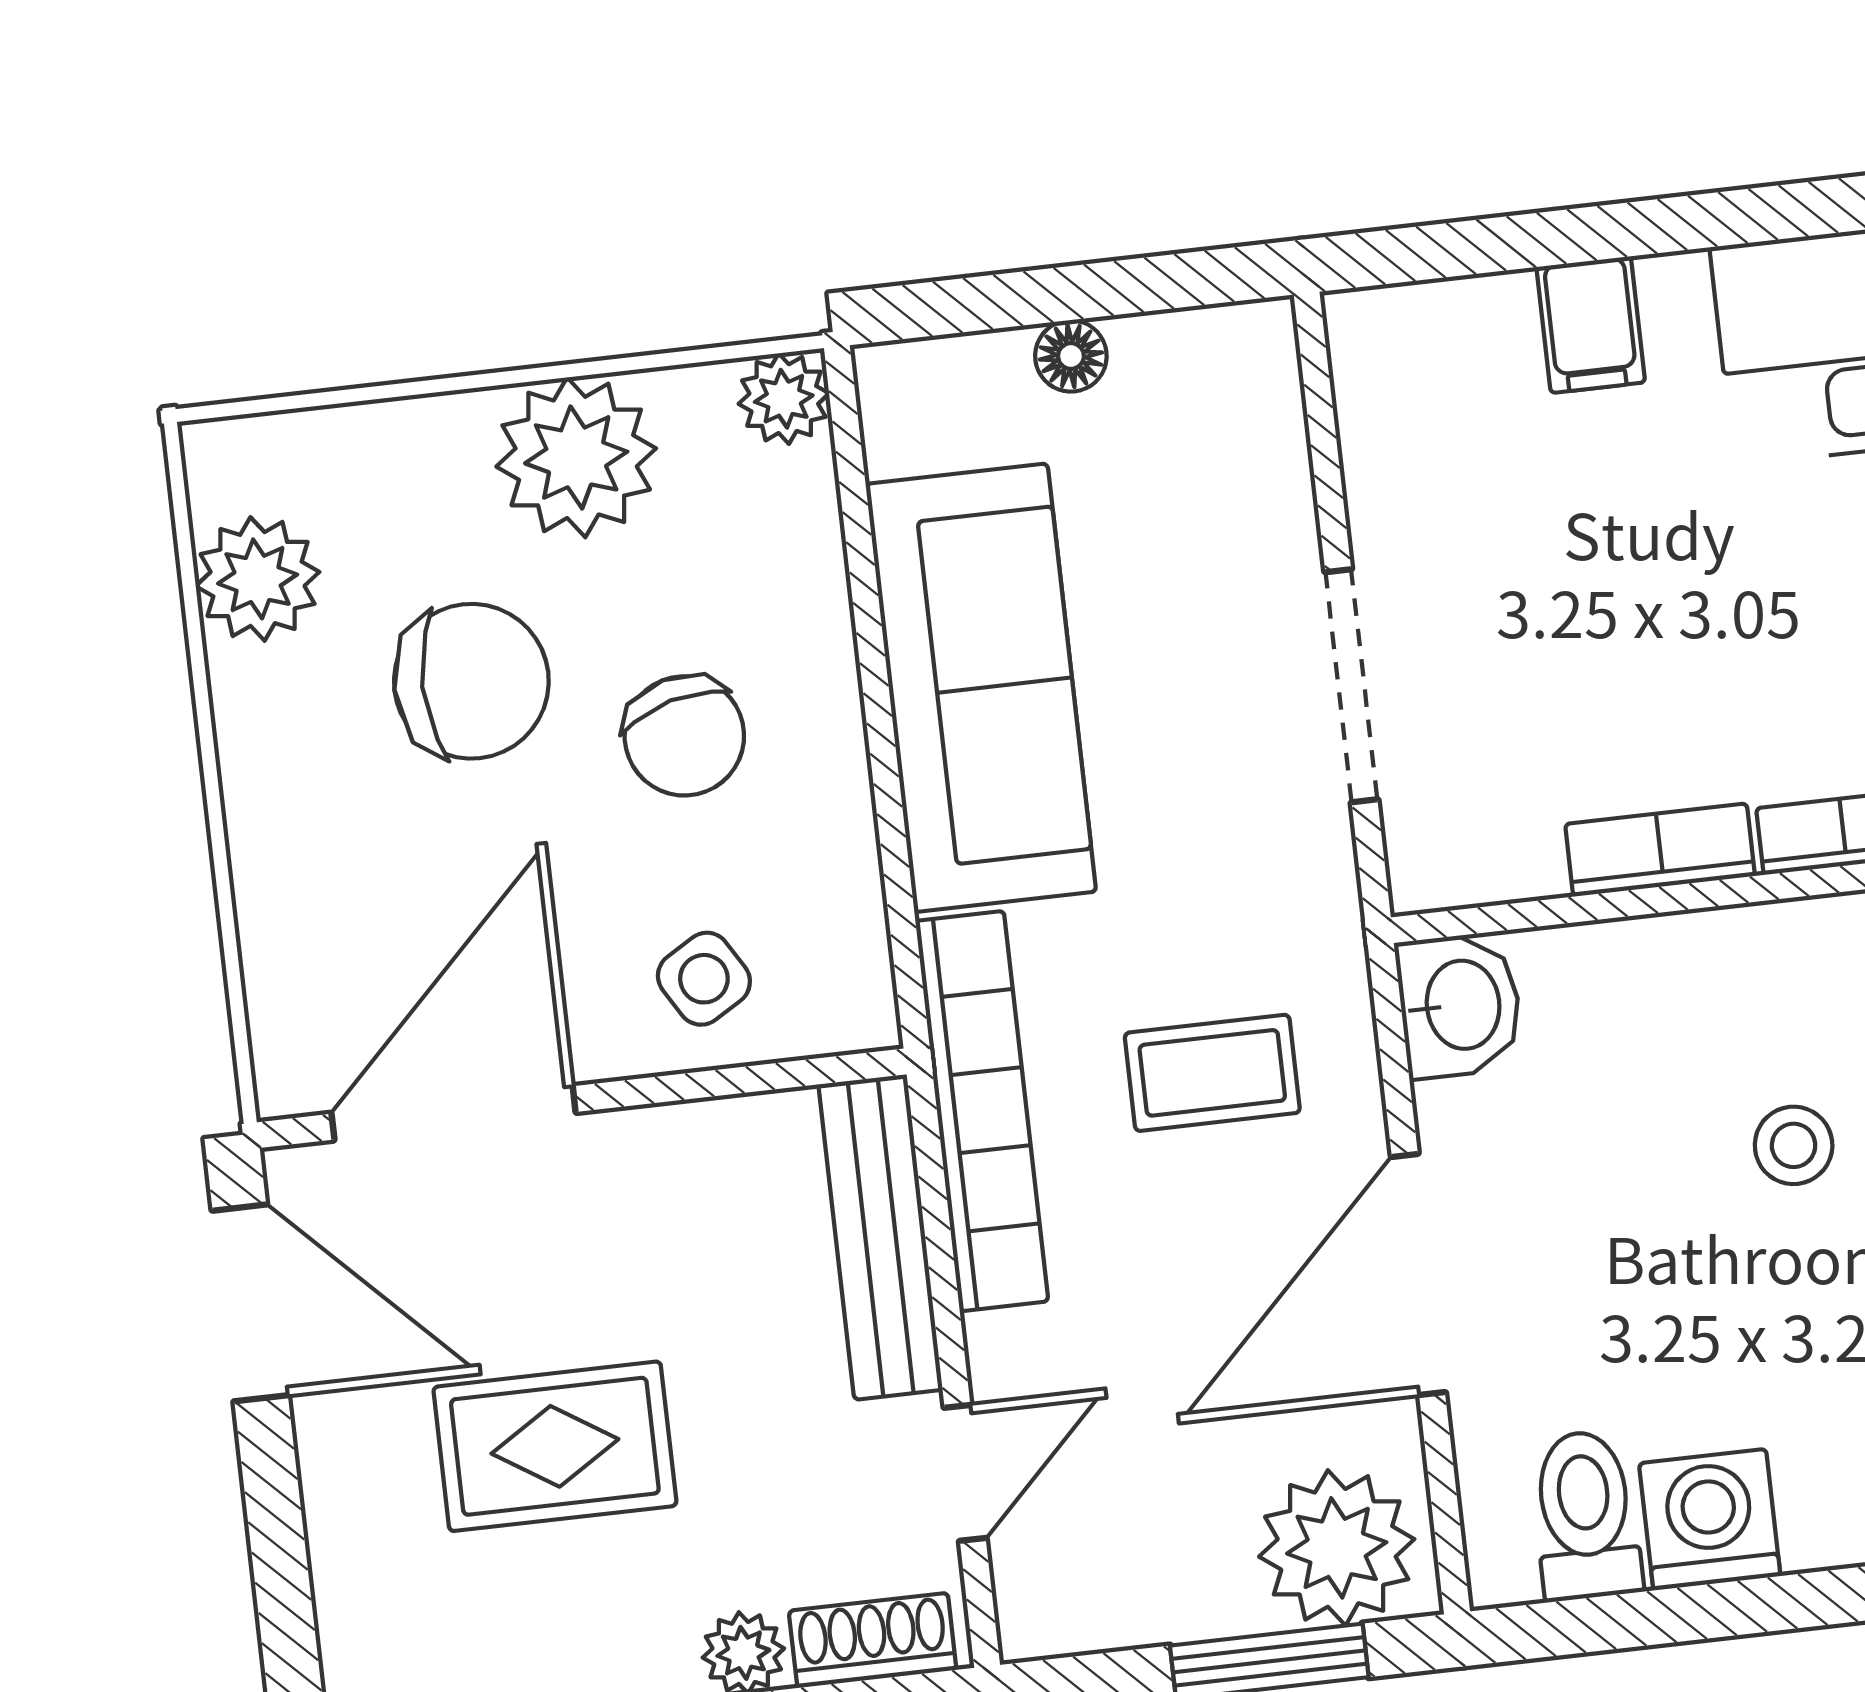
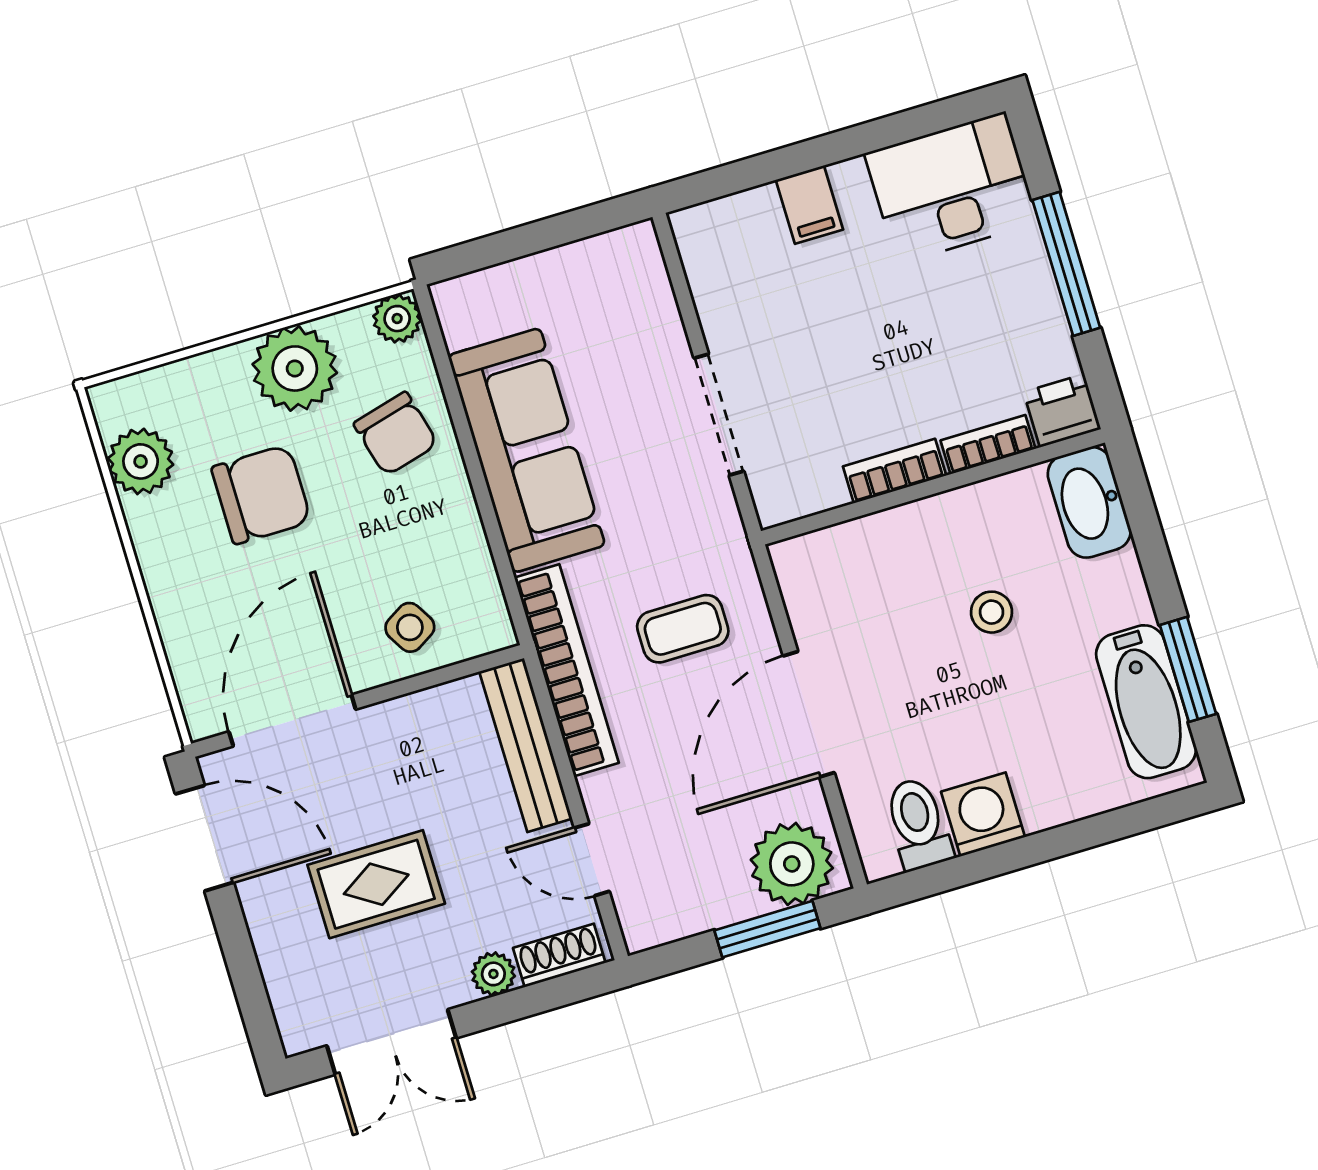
floor lamp: (1071, 356) -> (542, 270), removed
chair: (684, 736) -> (396, 434), moved
washbasin: (1460, 1005) -> (805, 570), removed
door: (965, 1473) -> (592, 860), swing flipped

